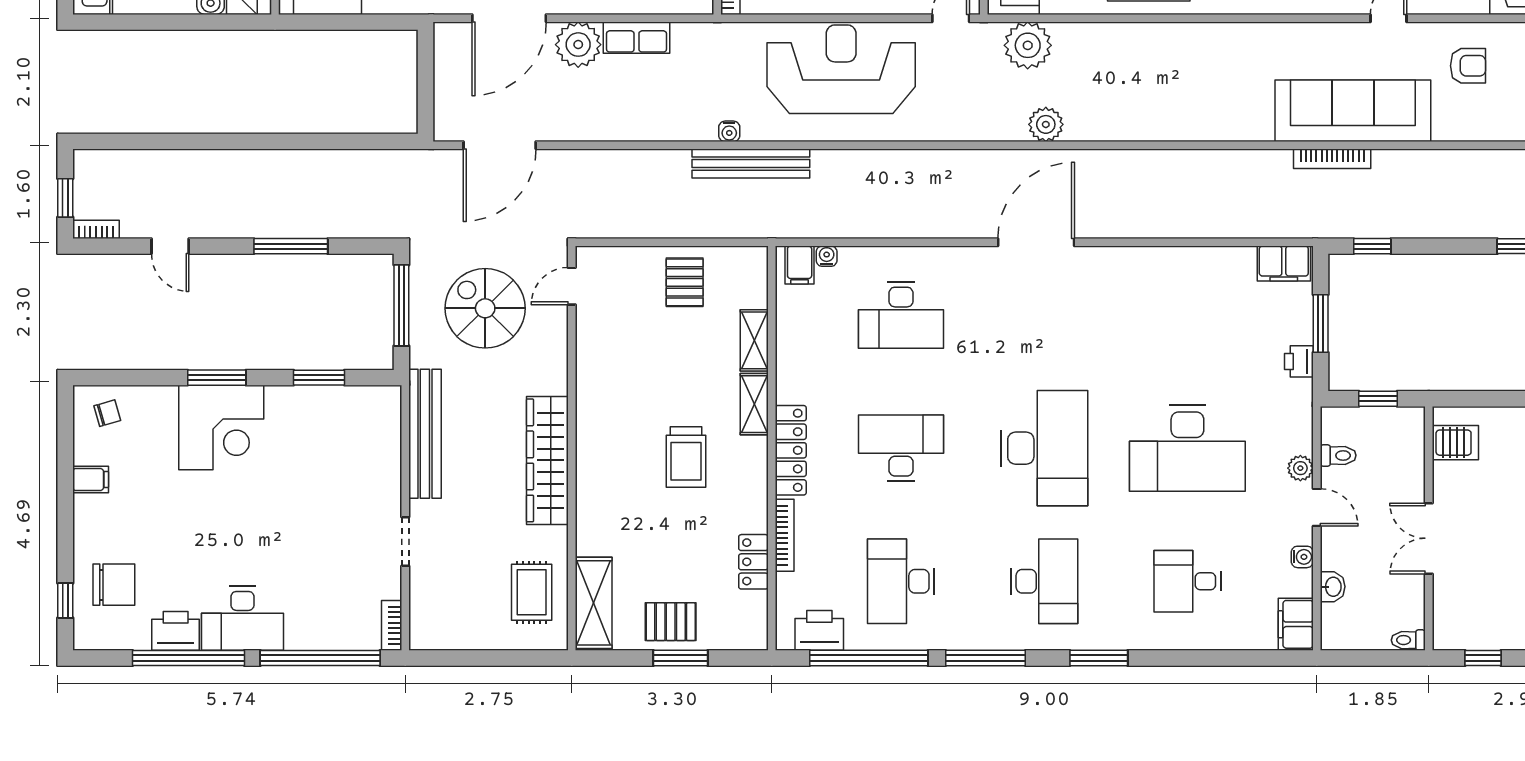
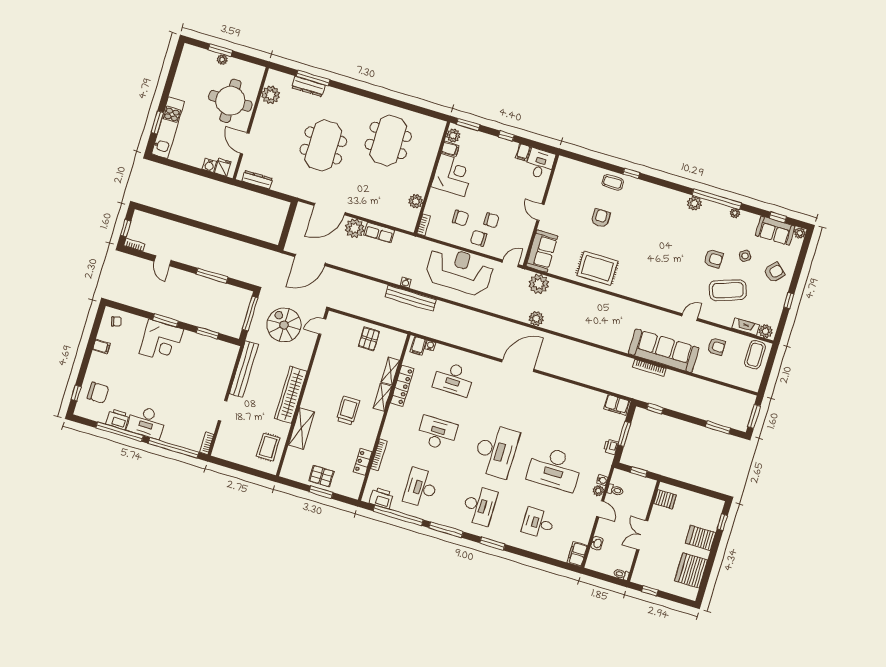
locker: (791, 450) -> (402, 386), moved
trolley: (686, 457) -> (348, 411), turned 180
water cooler: (1302, 557) -> (602, 480), moved
shelving: (594, 603) -> (301, 428), moved

